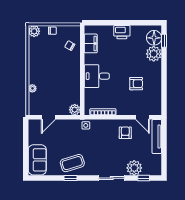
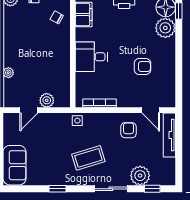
plant: (75, 110) -> (47, 100), moved
coffee table: (72, 163) -> (88, 158), moved

